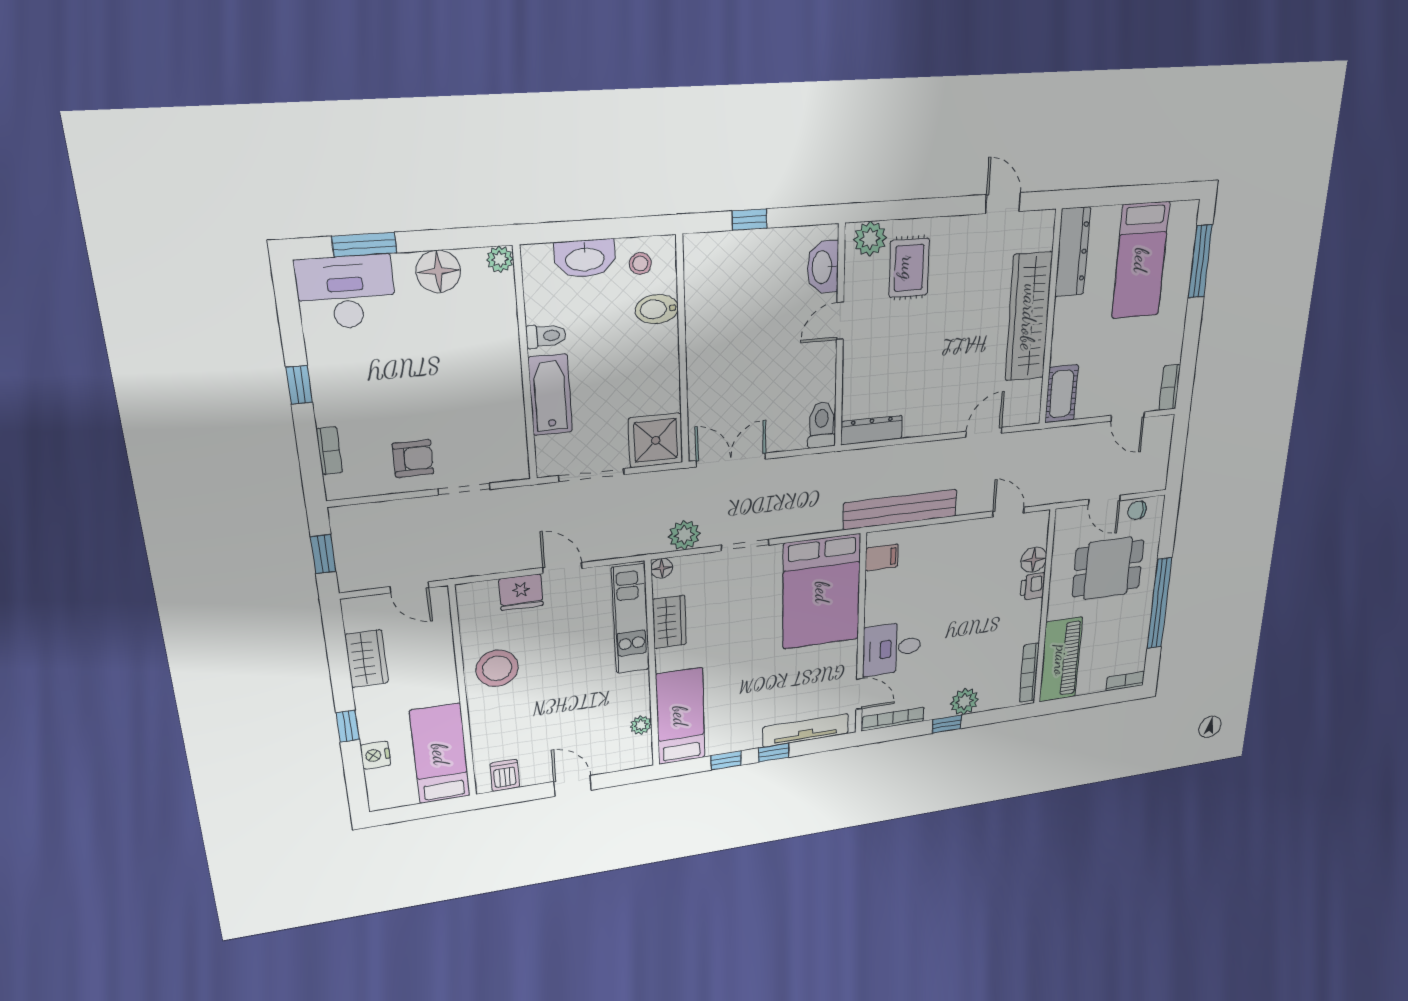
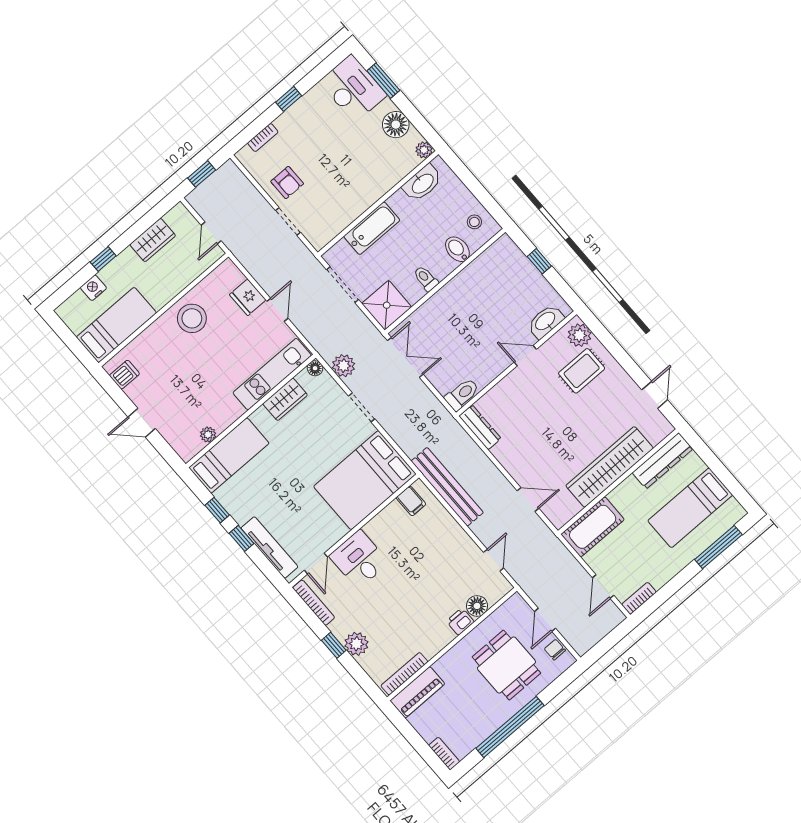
washbasin: (585, 258) -> (422, 183), moved, turned -90
toilet: (546, 336) -> (426, 279), moved, turned 180
cot: (1061, 394) -> (593, 527), width x1.37, depth x1.34
piano: (1061, 660) -> (417, 692), width x0.73, depth x0.75
door: (573, 786) -> (142, 423), swing flipped

